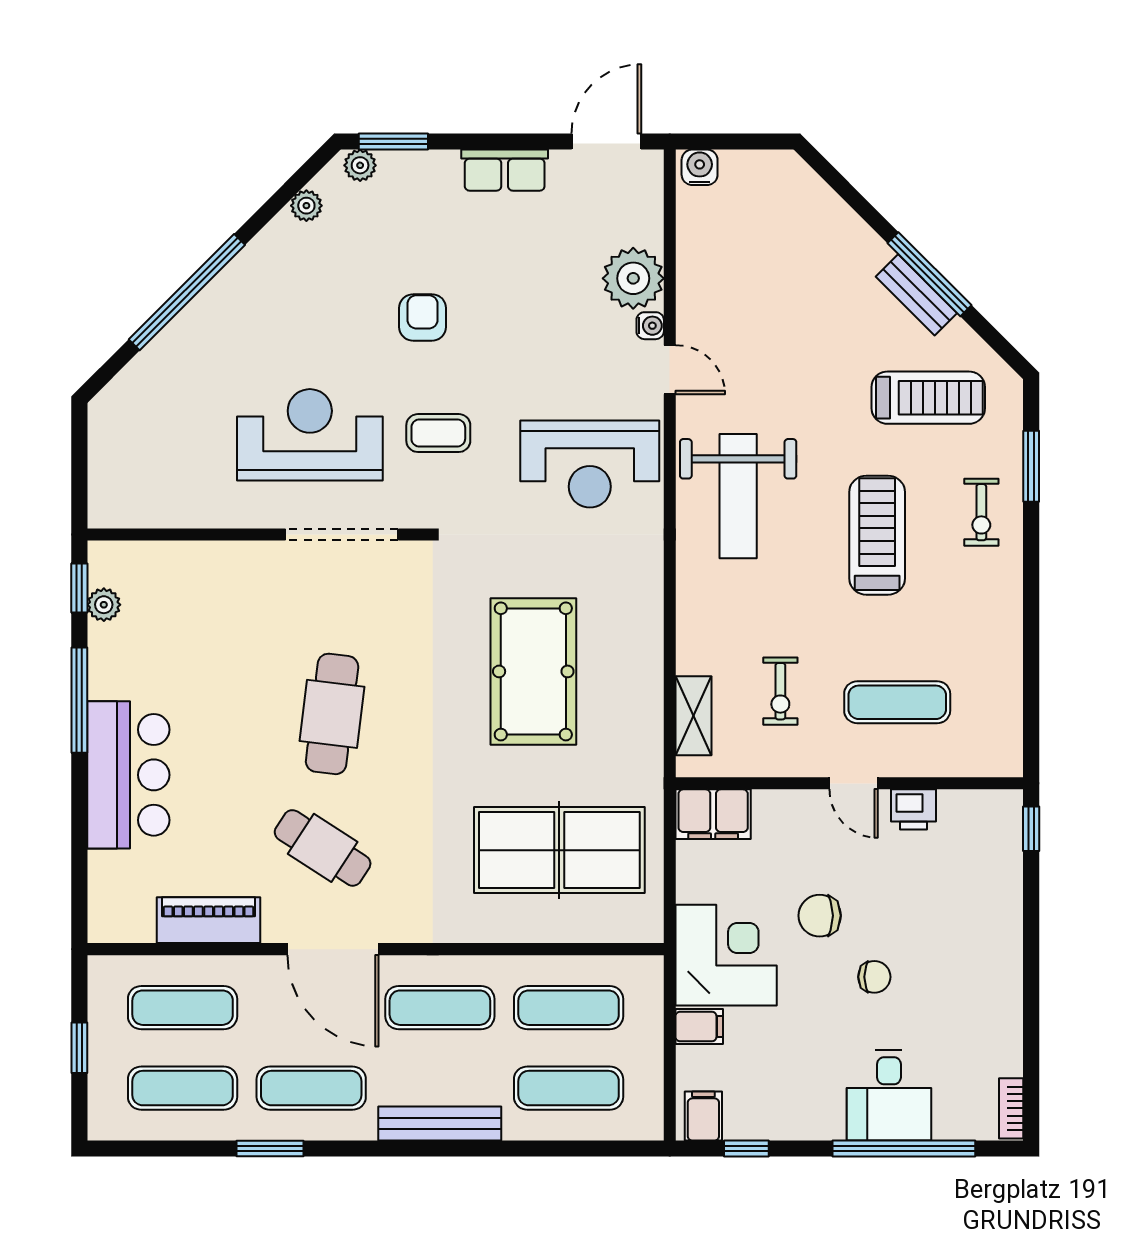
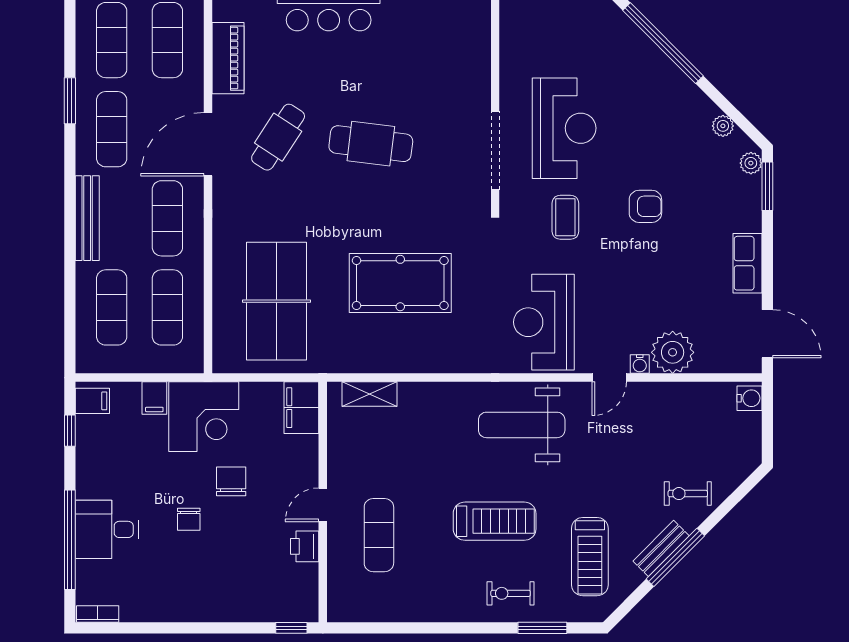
exercise bike: (780, 691) -> (688, 494), moved

